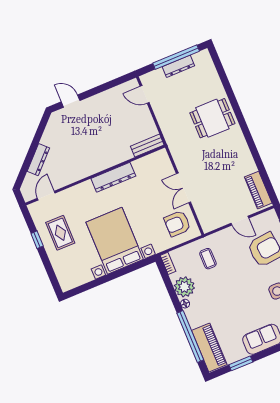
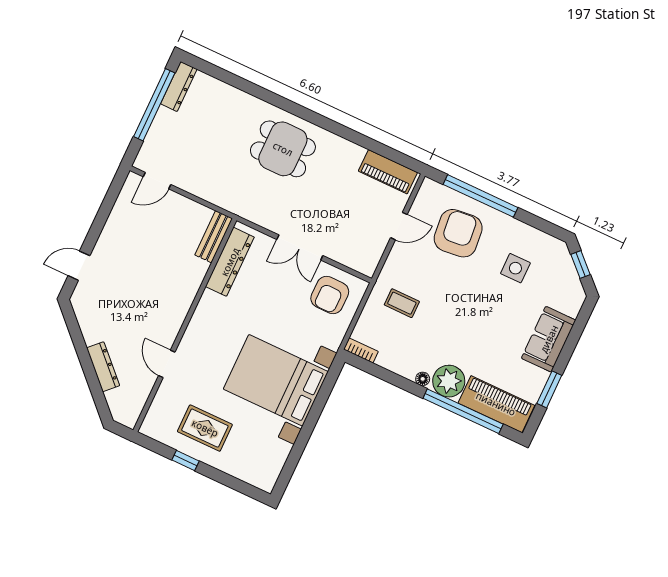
dresser: (178, 66) -> (179, 86), moved
dining table: (212, 118) -> (283, 149), moved, turned 90
dresser: (113, 177) -> (230, 262), moved
door: (46, 196) -> (167, 364), moved
plant: (184, 287) -> (449, 381), moved

